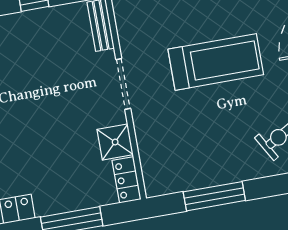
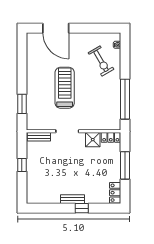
window: (214, 196) -> (125, 99), width x1.46

